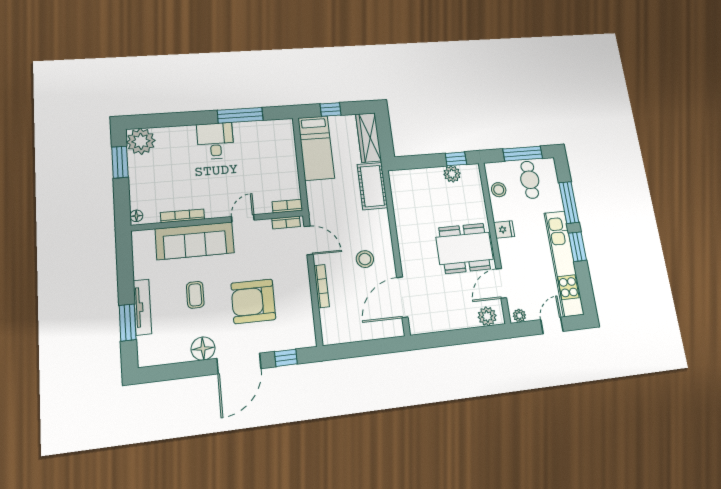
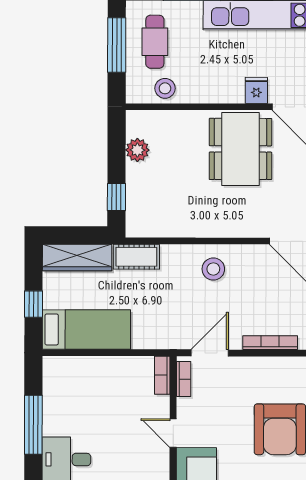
window: (456, 159) -> (116, 197), moved
cafe table: (530, 180) -> (155, 42), turned 90
cot: (372, 186) -> (136, 257), width x0.73, depth x0.75
fridge: (504, 229) -> (256, 90), moved
stool: (365, 259) -> (213, 269), moved

